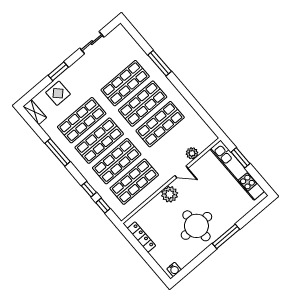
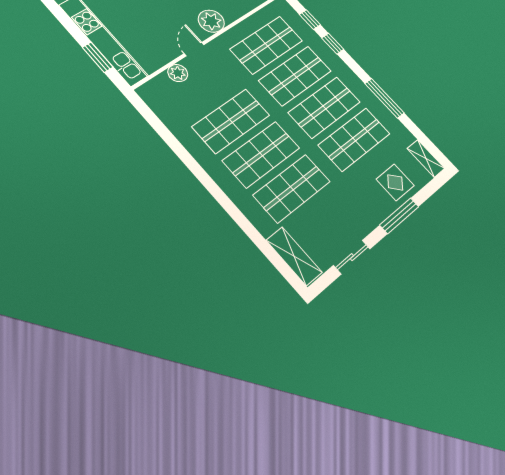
shelving: (127, 41) -> (294, 256), added
window: (160, 63) -> (237, 215), removed
window: (58, 71) -> (399, 216), width x1.44
door: (181, 172) -> (194, 49), hinge flipped

